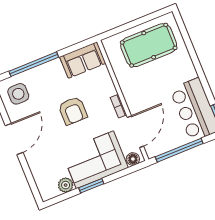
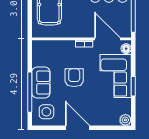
sofa: (83, 60) -> (41, 83), moved
armchair: (73, 111) -> (74, 78), turned -90
plant: (66, 185) -> (125, 120), moved

